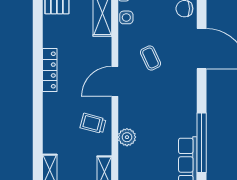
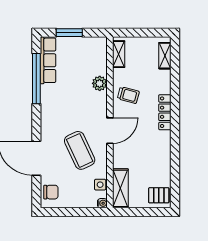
coffee table: (150, 58) -> (80, 150), width x1.86, depth x1.72
locker: (50, 70) -> (165, 112), moved

